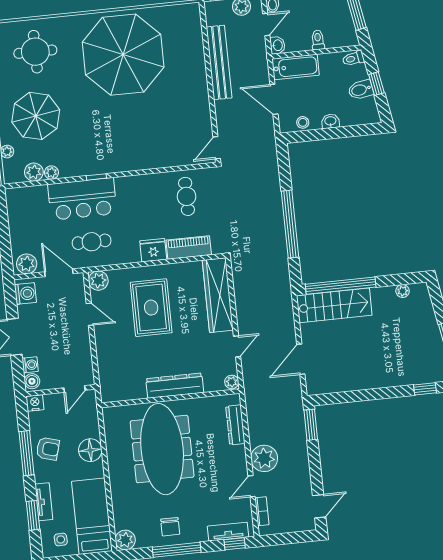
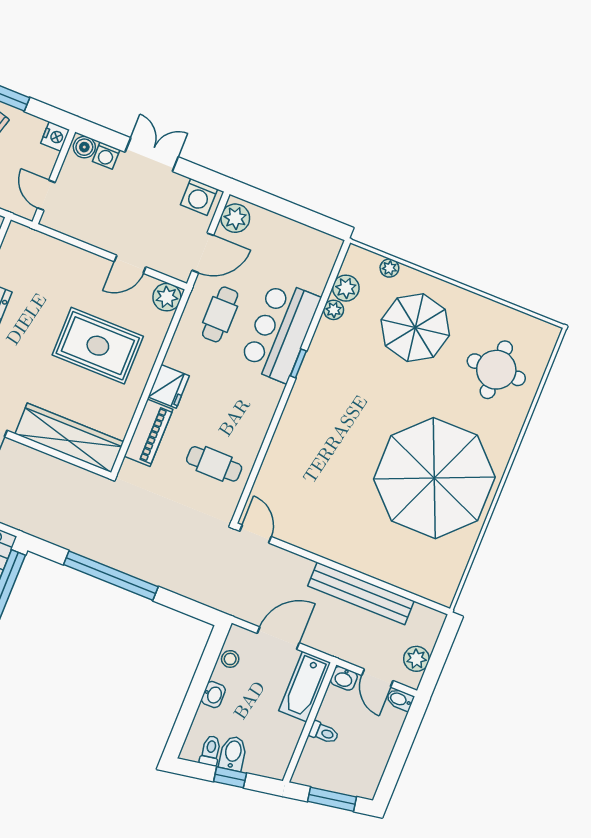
toilet: (353, 58) -> (211, 751), moved

